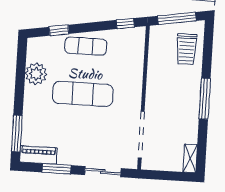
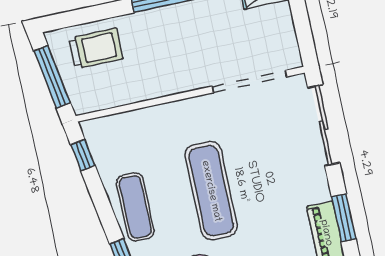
window: (56, 169) -> (344, 218), moved
sliding door: (103, 172) -> (324, 125), width x1.37

